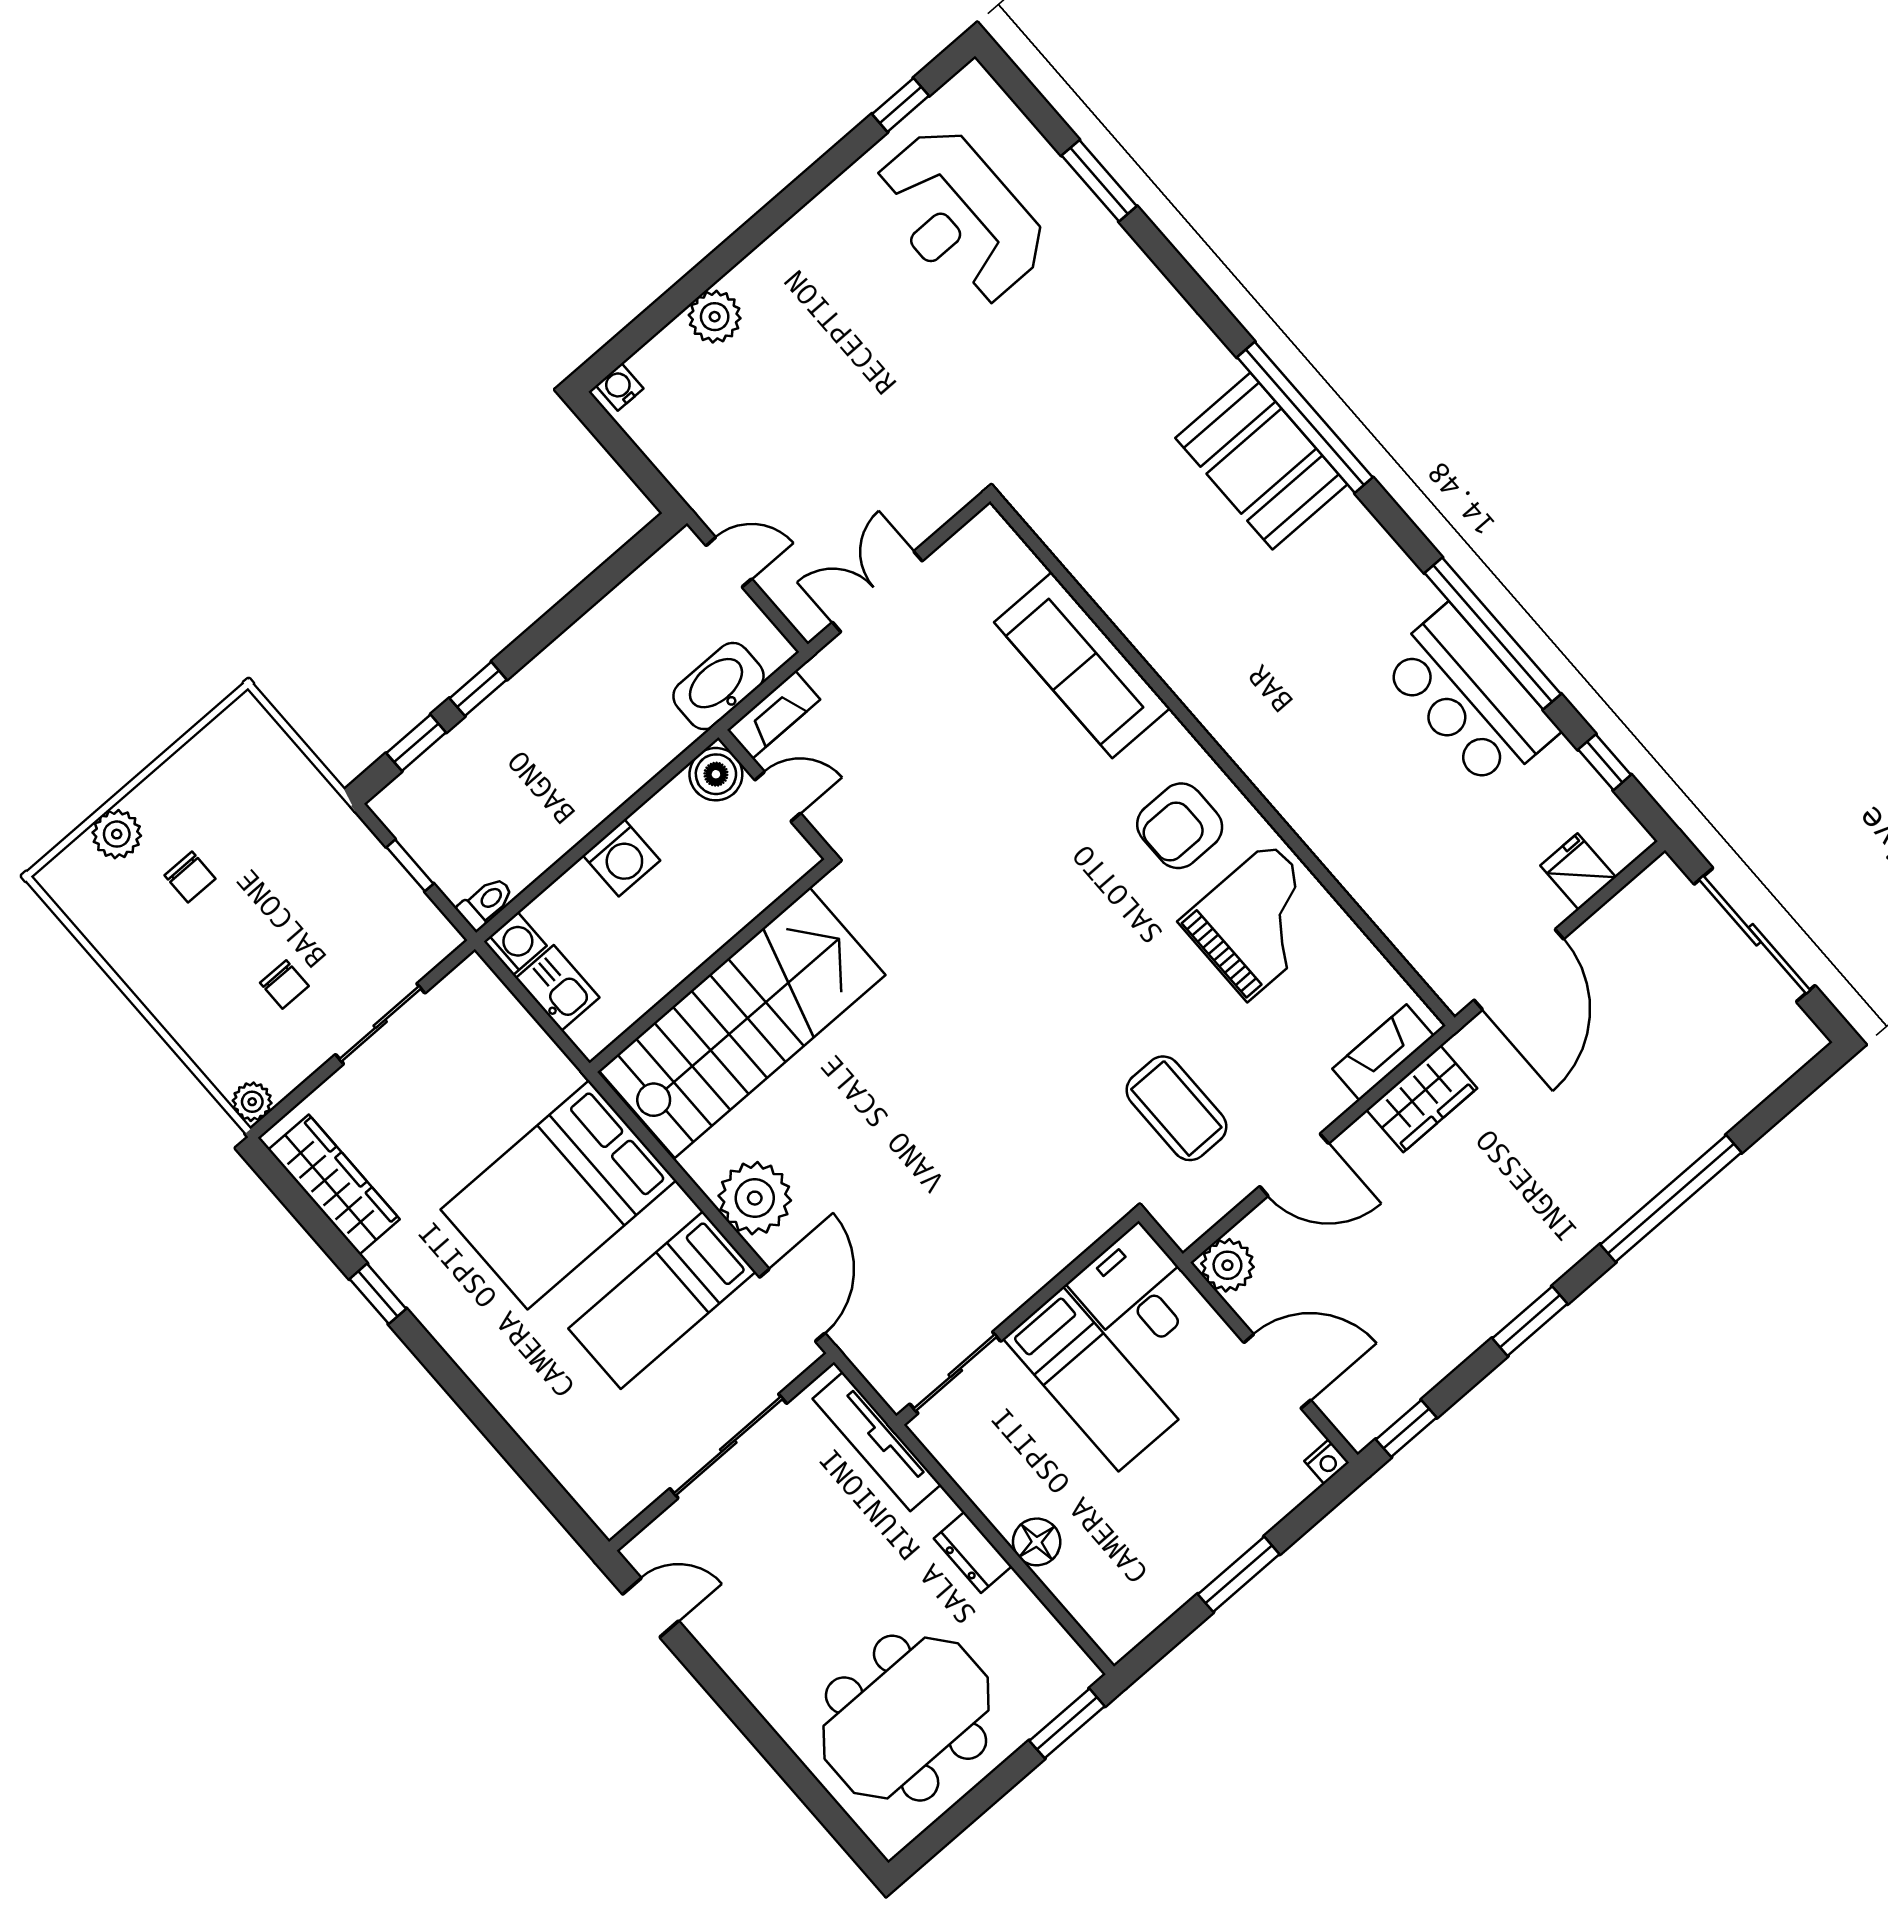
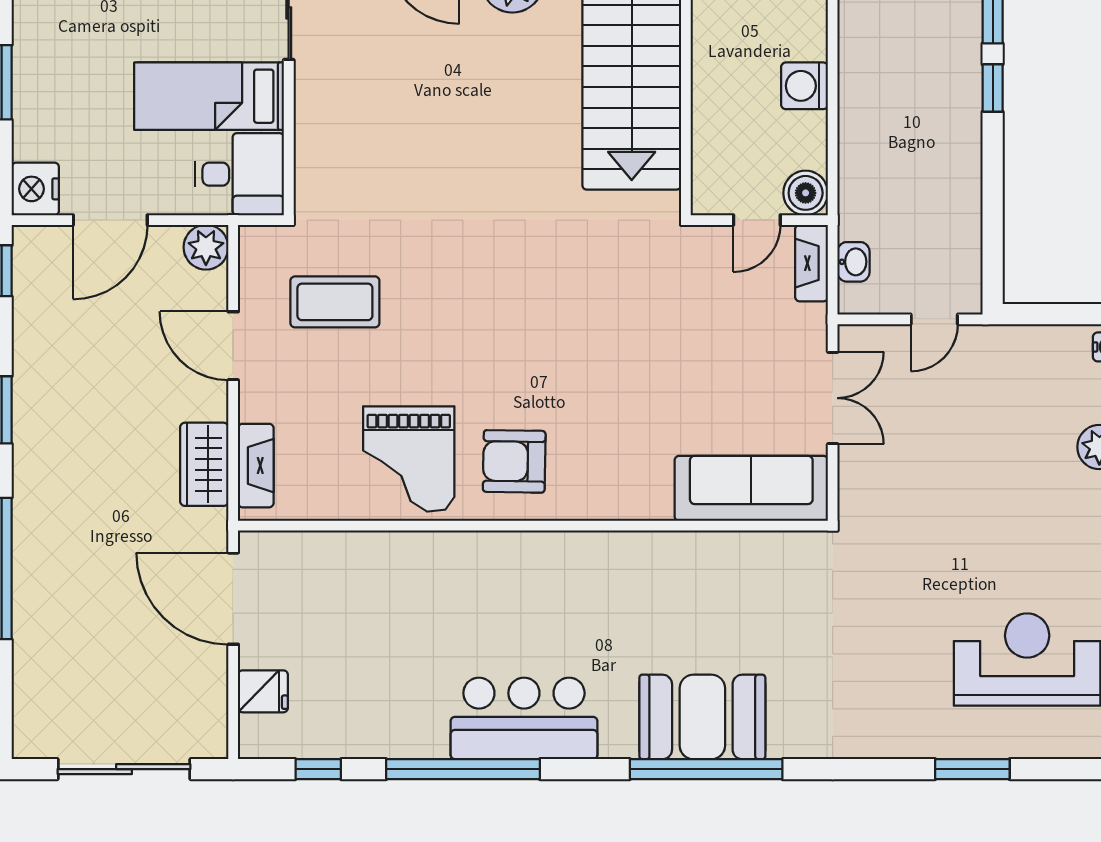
sofa: (1082, 665) -> (751, 488), moved
washbasin: (718, 686) -> (853, 262), width x0.52, depth x0.69
bar counter: (1469, 698) -> (524, 718), moved
armchair: (1180, 826) -> (514, 461), turned -89
door: (1294, 1165) -> (233, 346), hinge flipped
nightstand: (1327, 1462) -> (35, 189), width x1.89, depth x1.79

